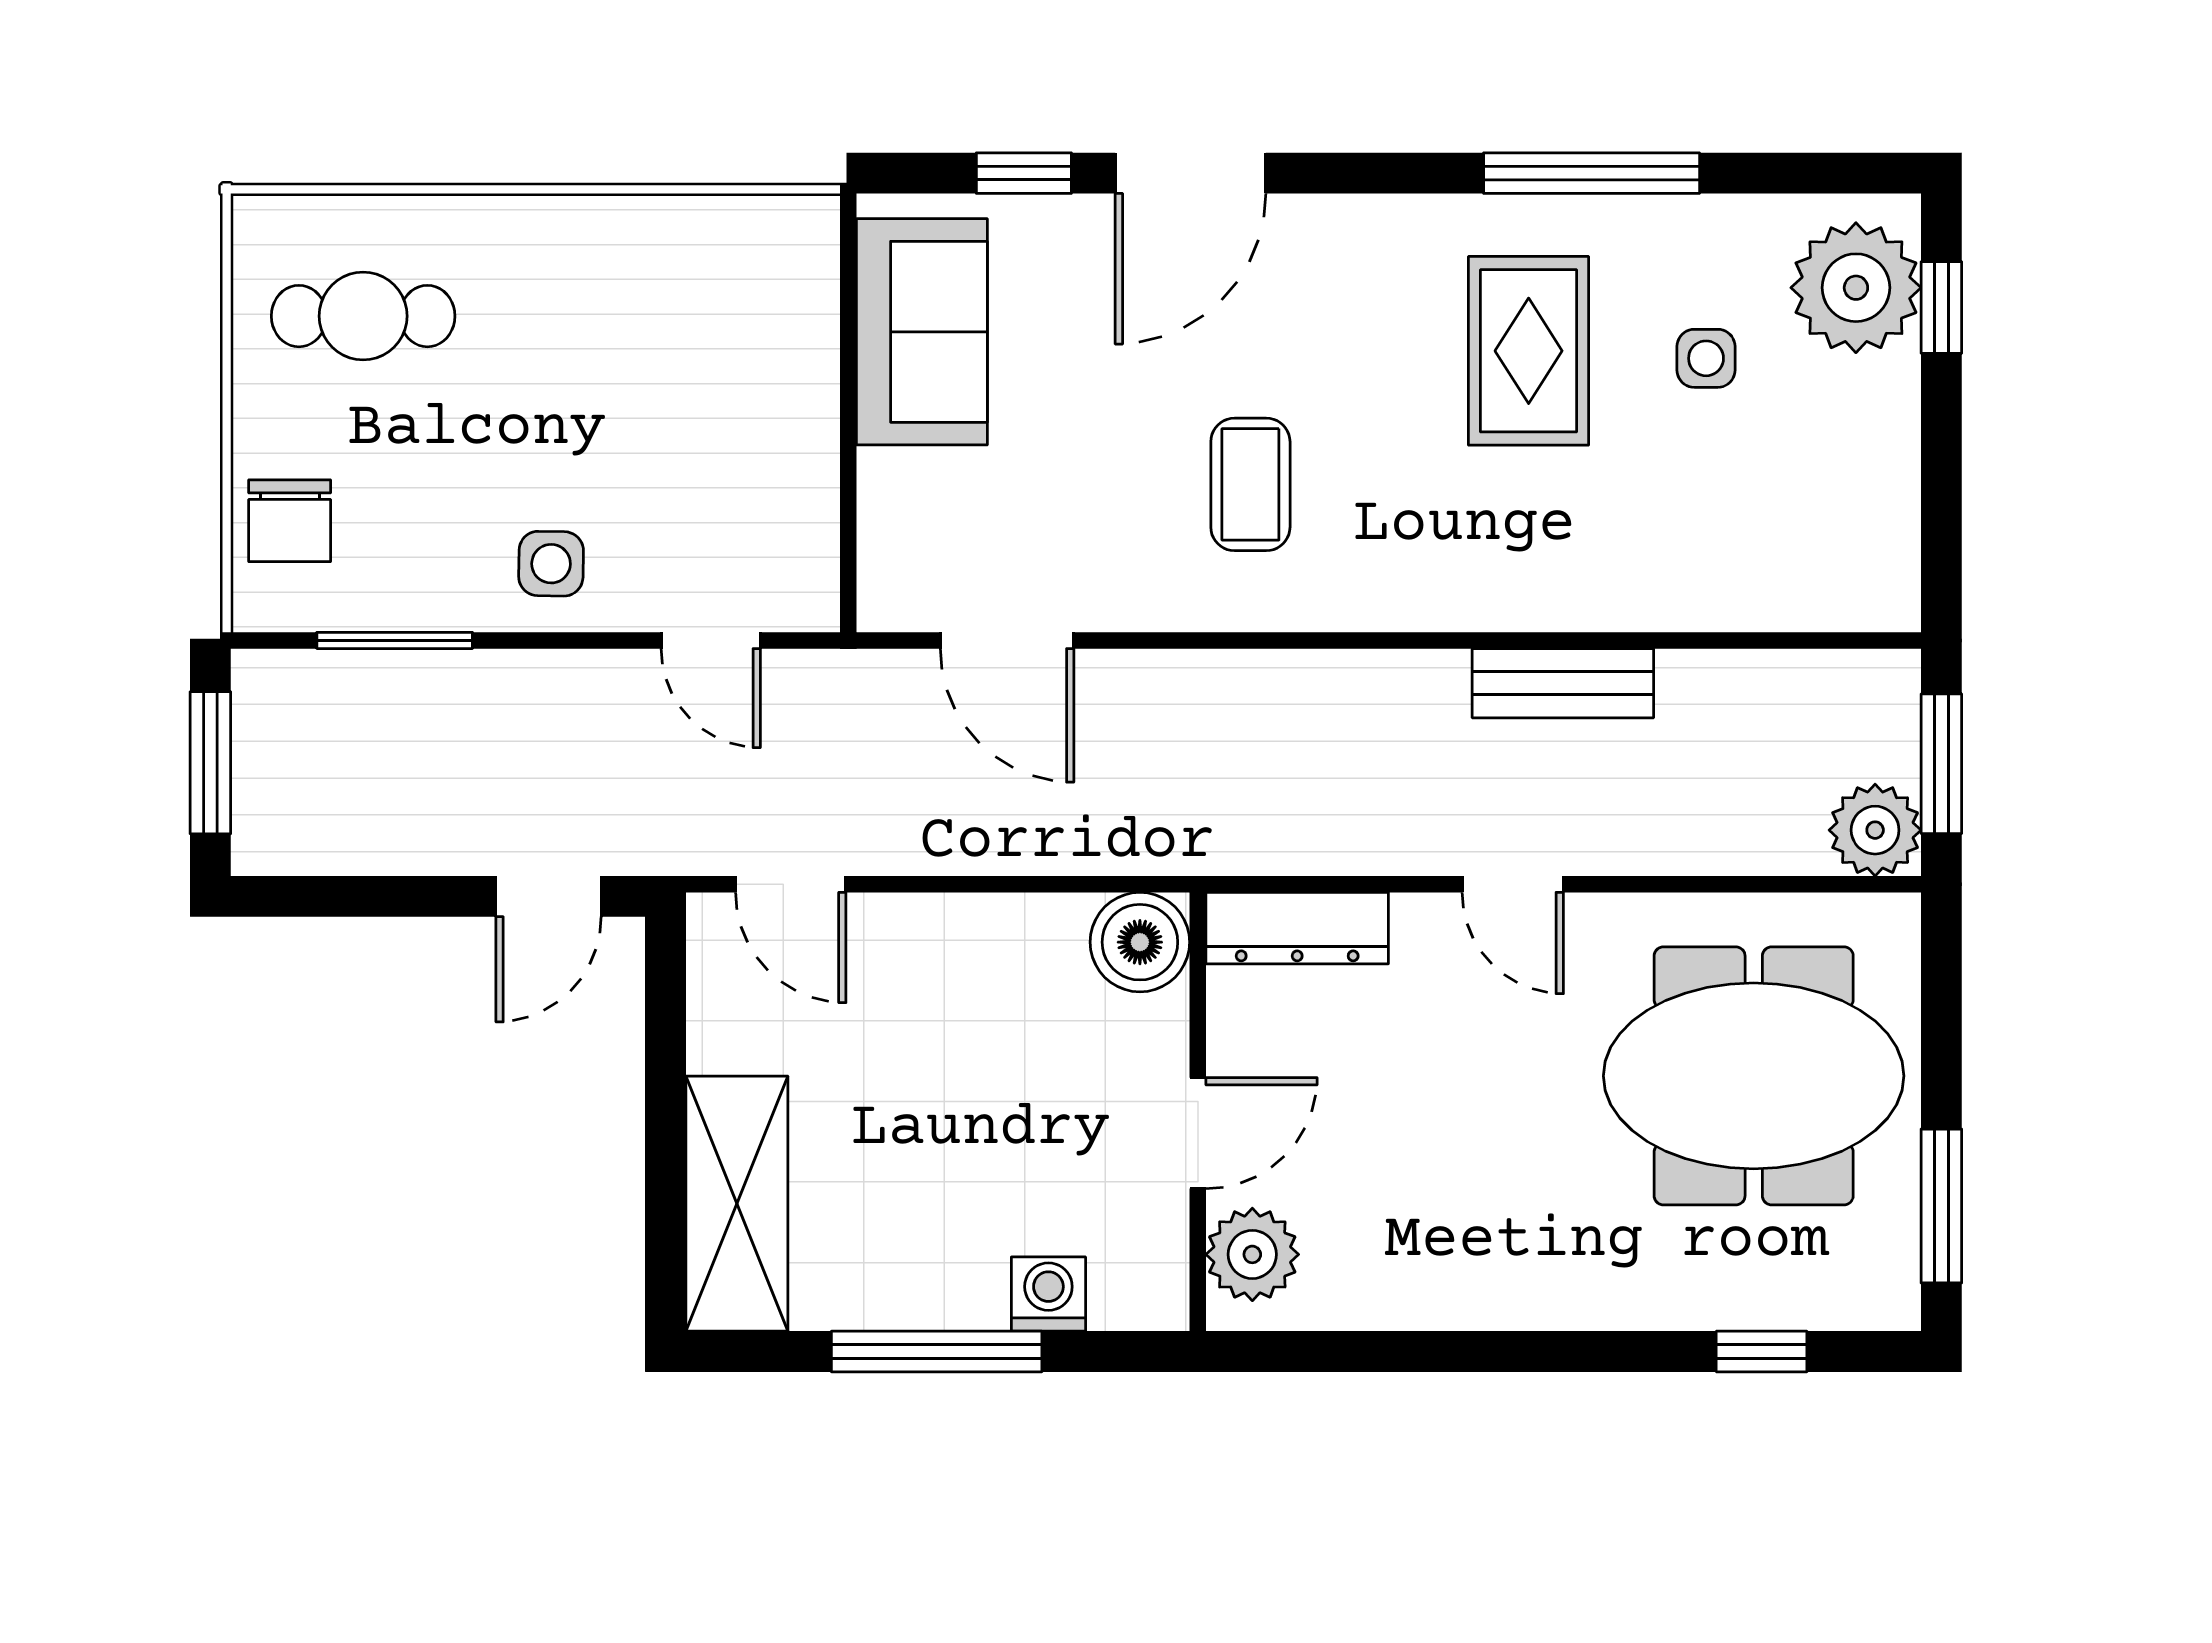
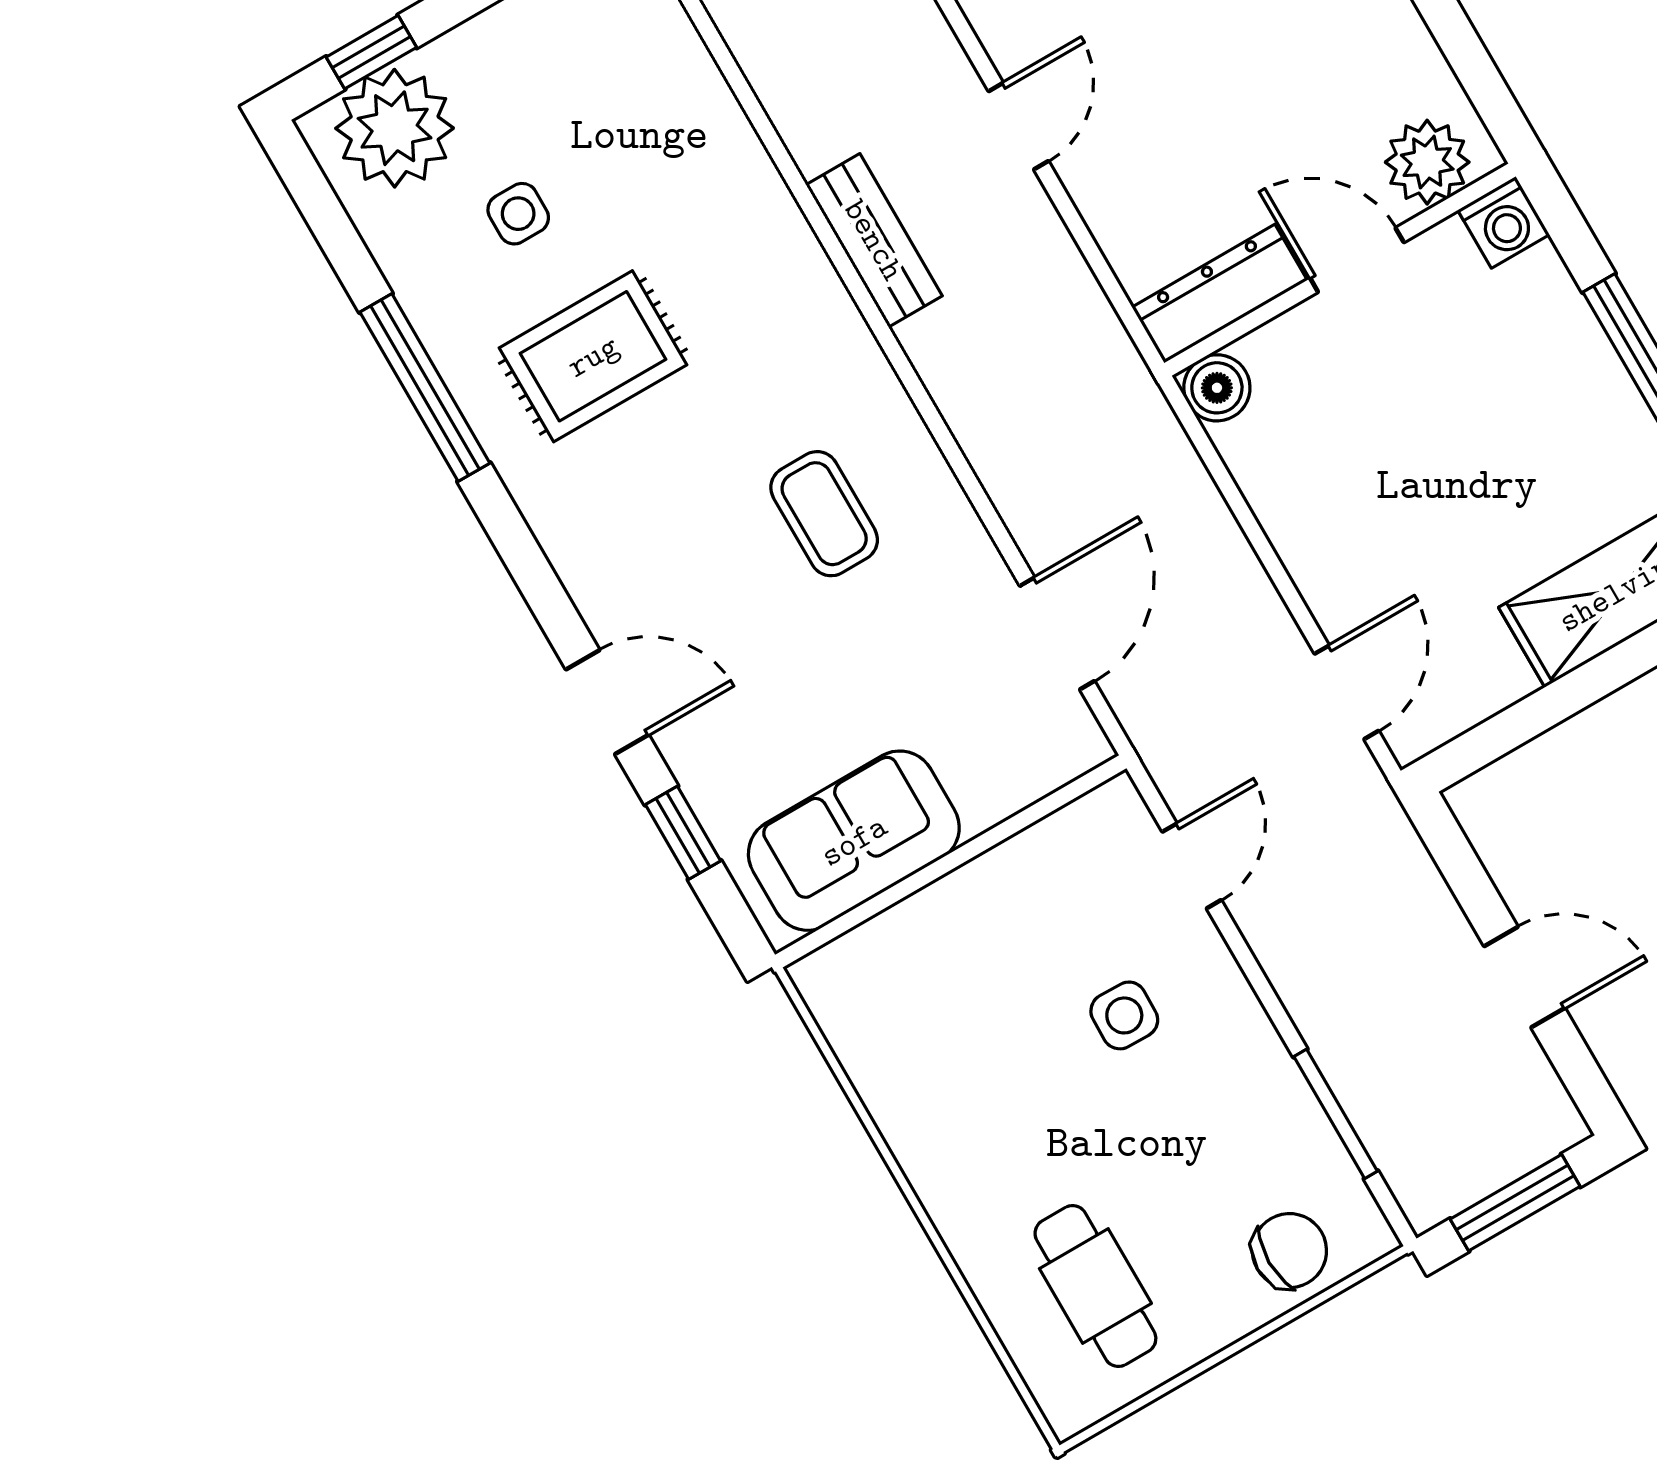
door: (1191, 173) -> (607, 702), width x0.73
coffee table: (1250, 484) -> (824, 514), turned 90
side table: (551, 564) -> (1124, 1015), moved
bench: (1563, 683) -> (874, 240), moved
door: (548, 896) -> (1525, 977), moved
dresser: (1297, 928) -> (1220, 294), moved, turned -90
boiler: (1140, 942) -> (1217, 388), width x0.73, depth x0.73
washing machine: (1048, 1294) -> (1504, 222), moved, turned -90

